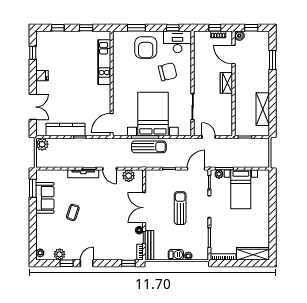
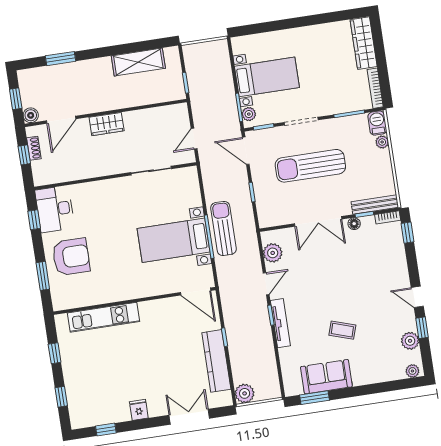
chair: (168, 72) -> (103, 217), removed
bed with nightstands: (153, 114) -> (173, 240), width x0.73
sun lounger: (180, 208) -> (310, 166), width x1.36, depth x1.34
barbecue: (176, 255) -> (377, 123), moved

